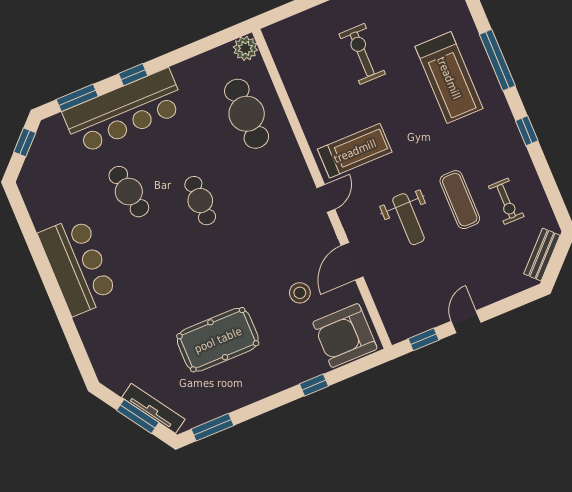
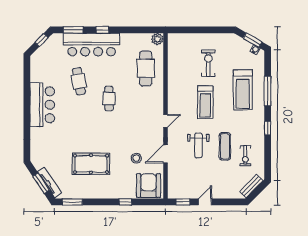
treadmill: (355, 151) -> (205, 102), moved, turned 90
armchair: (345, 335) -> (148, 186), turned 90

